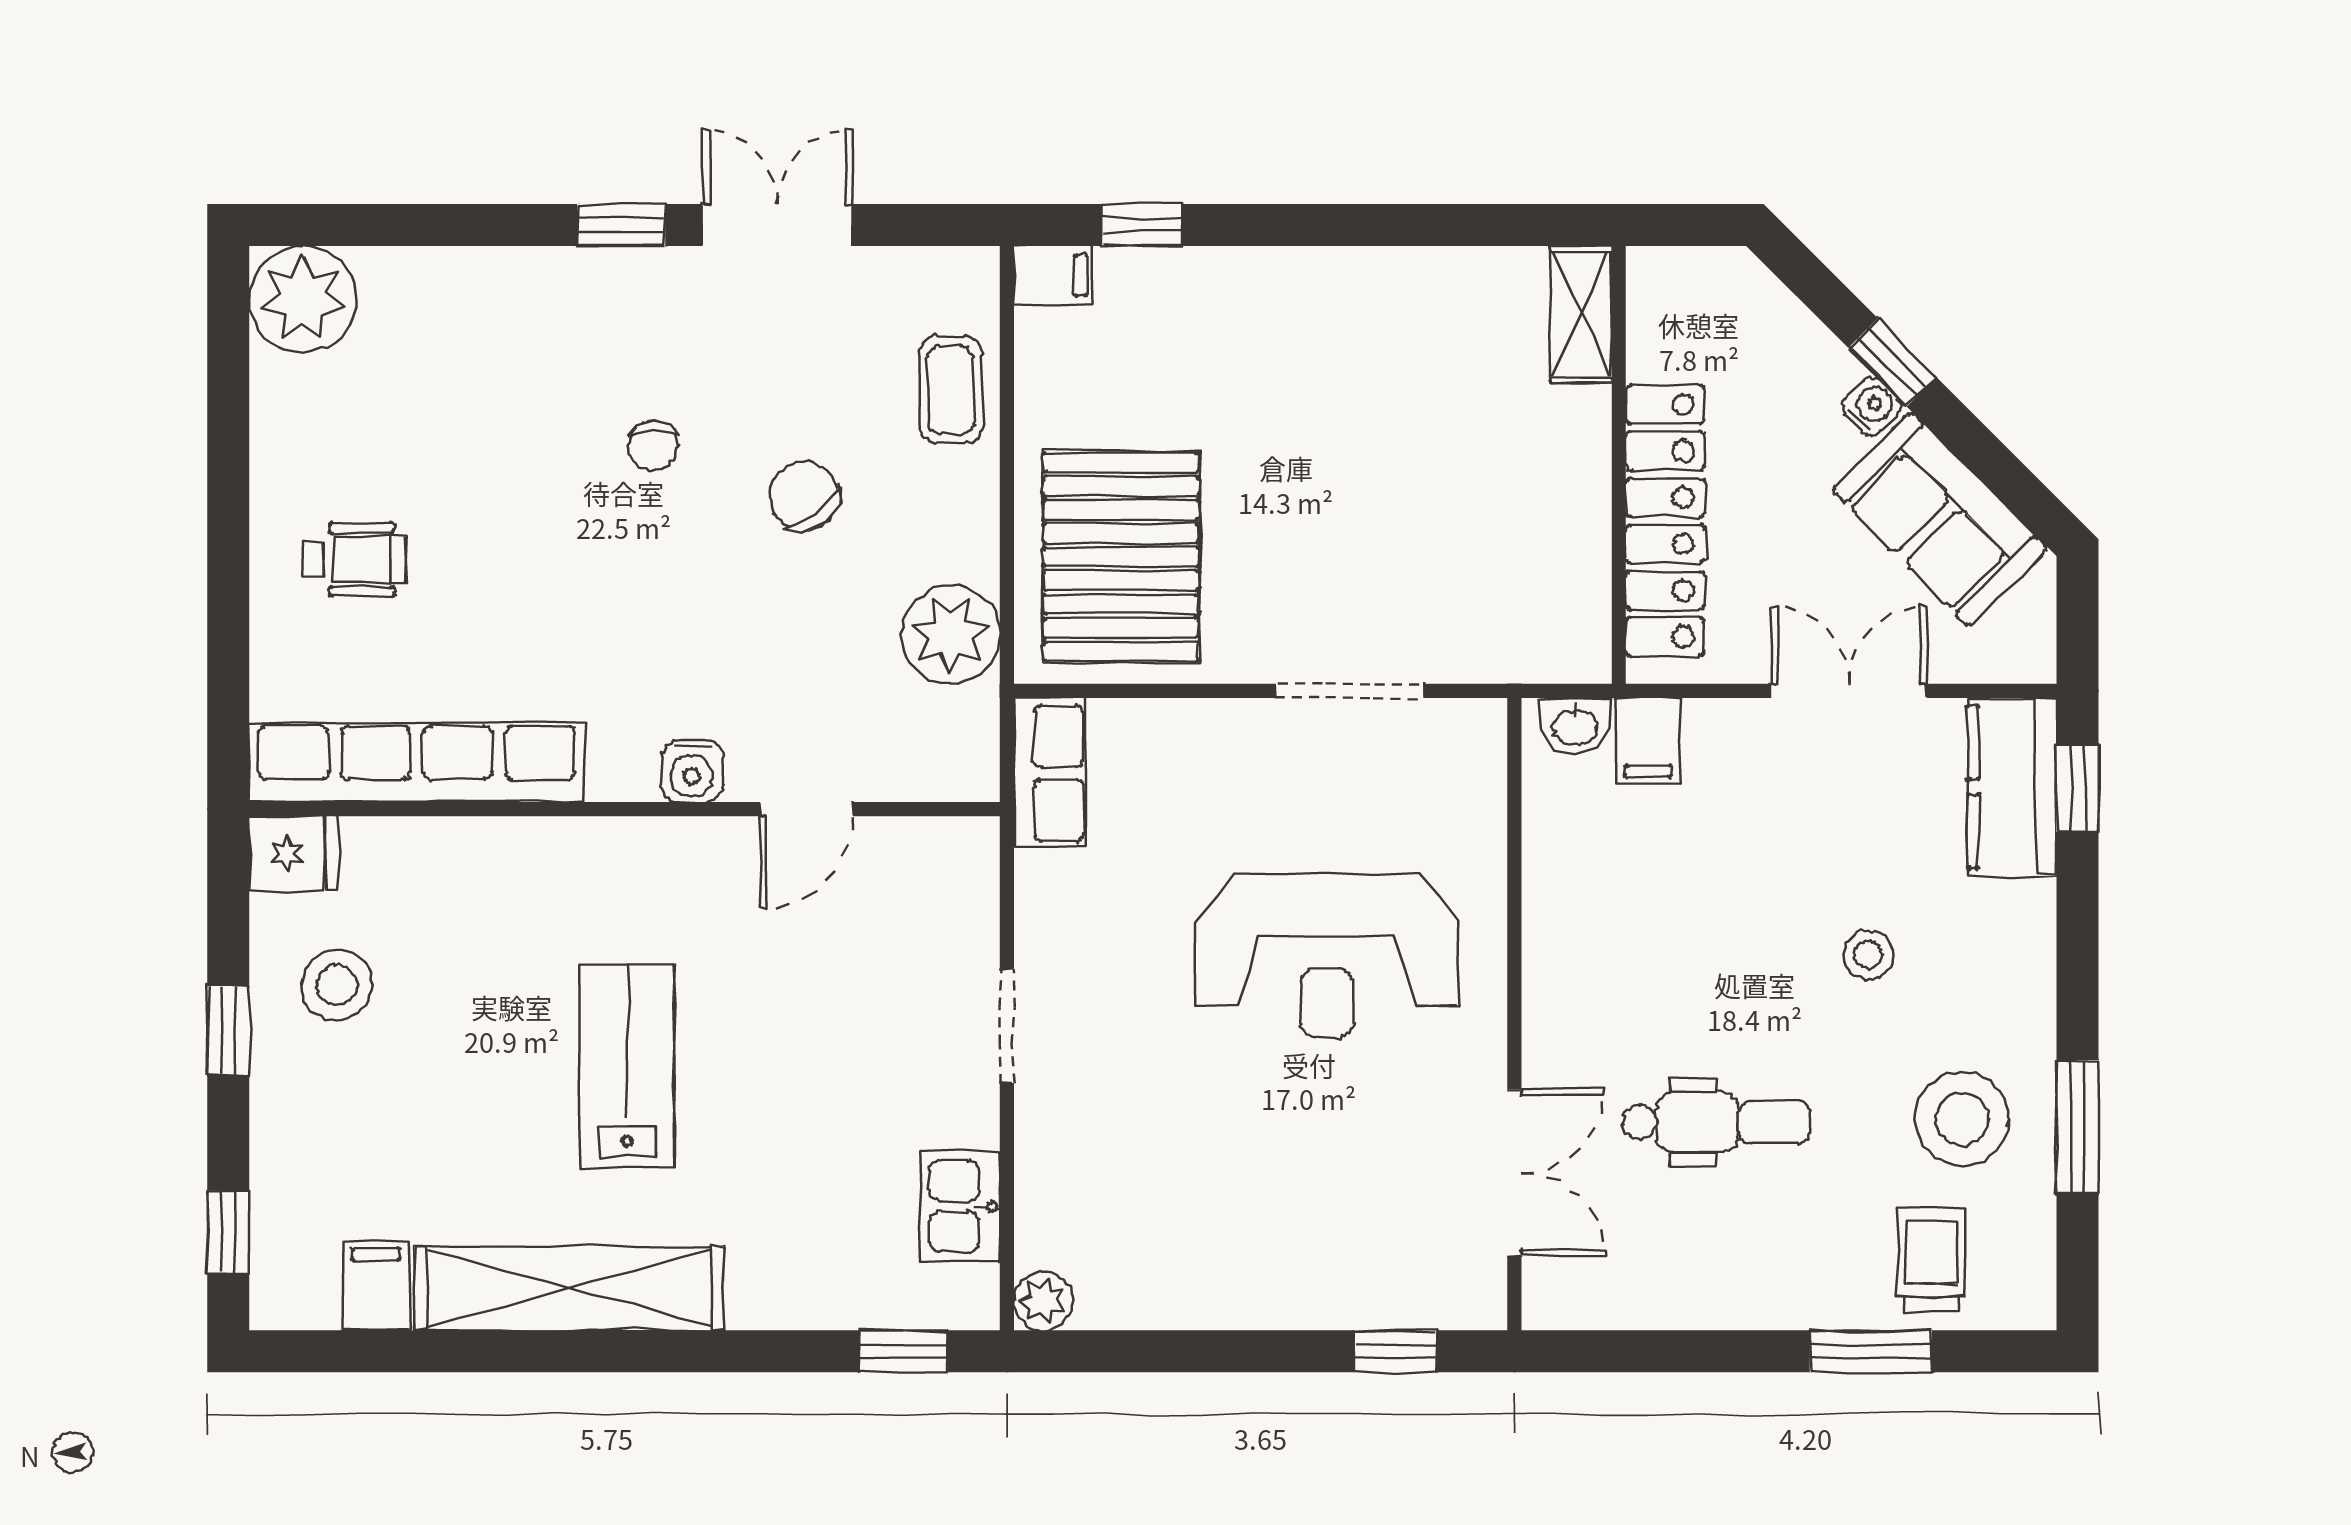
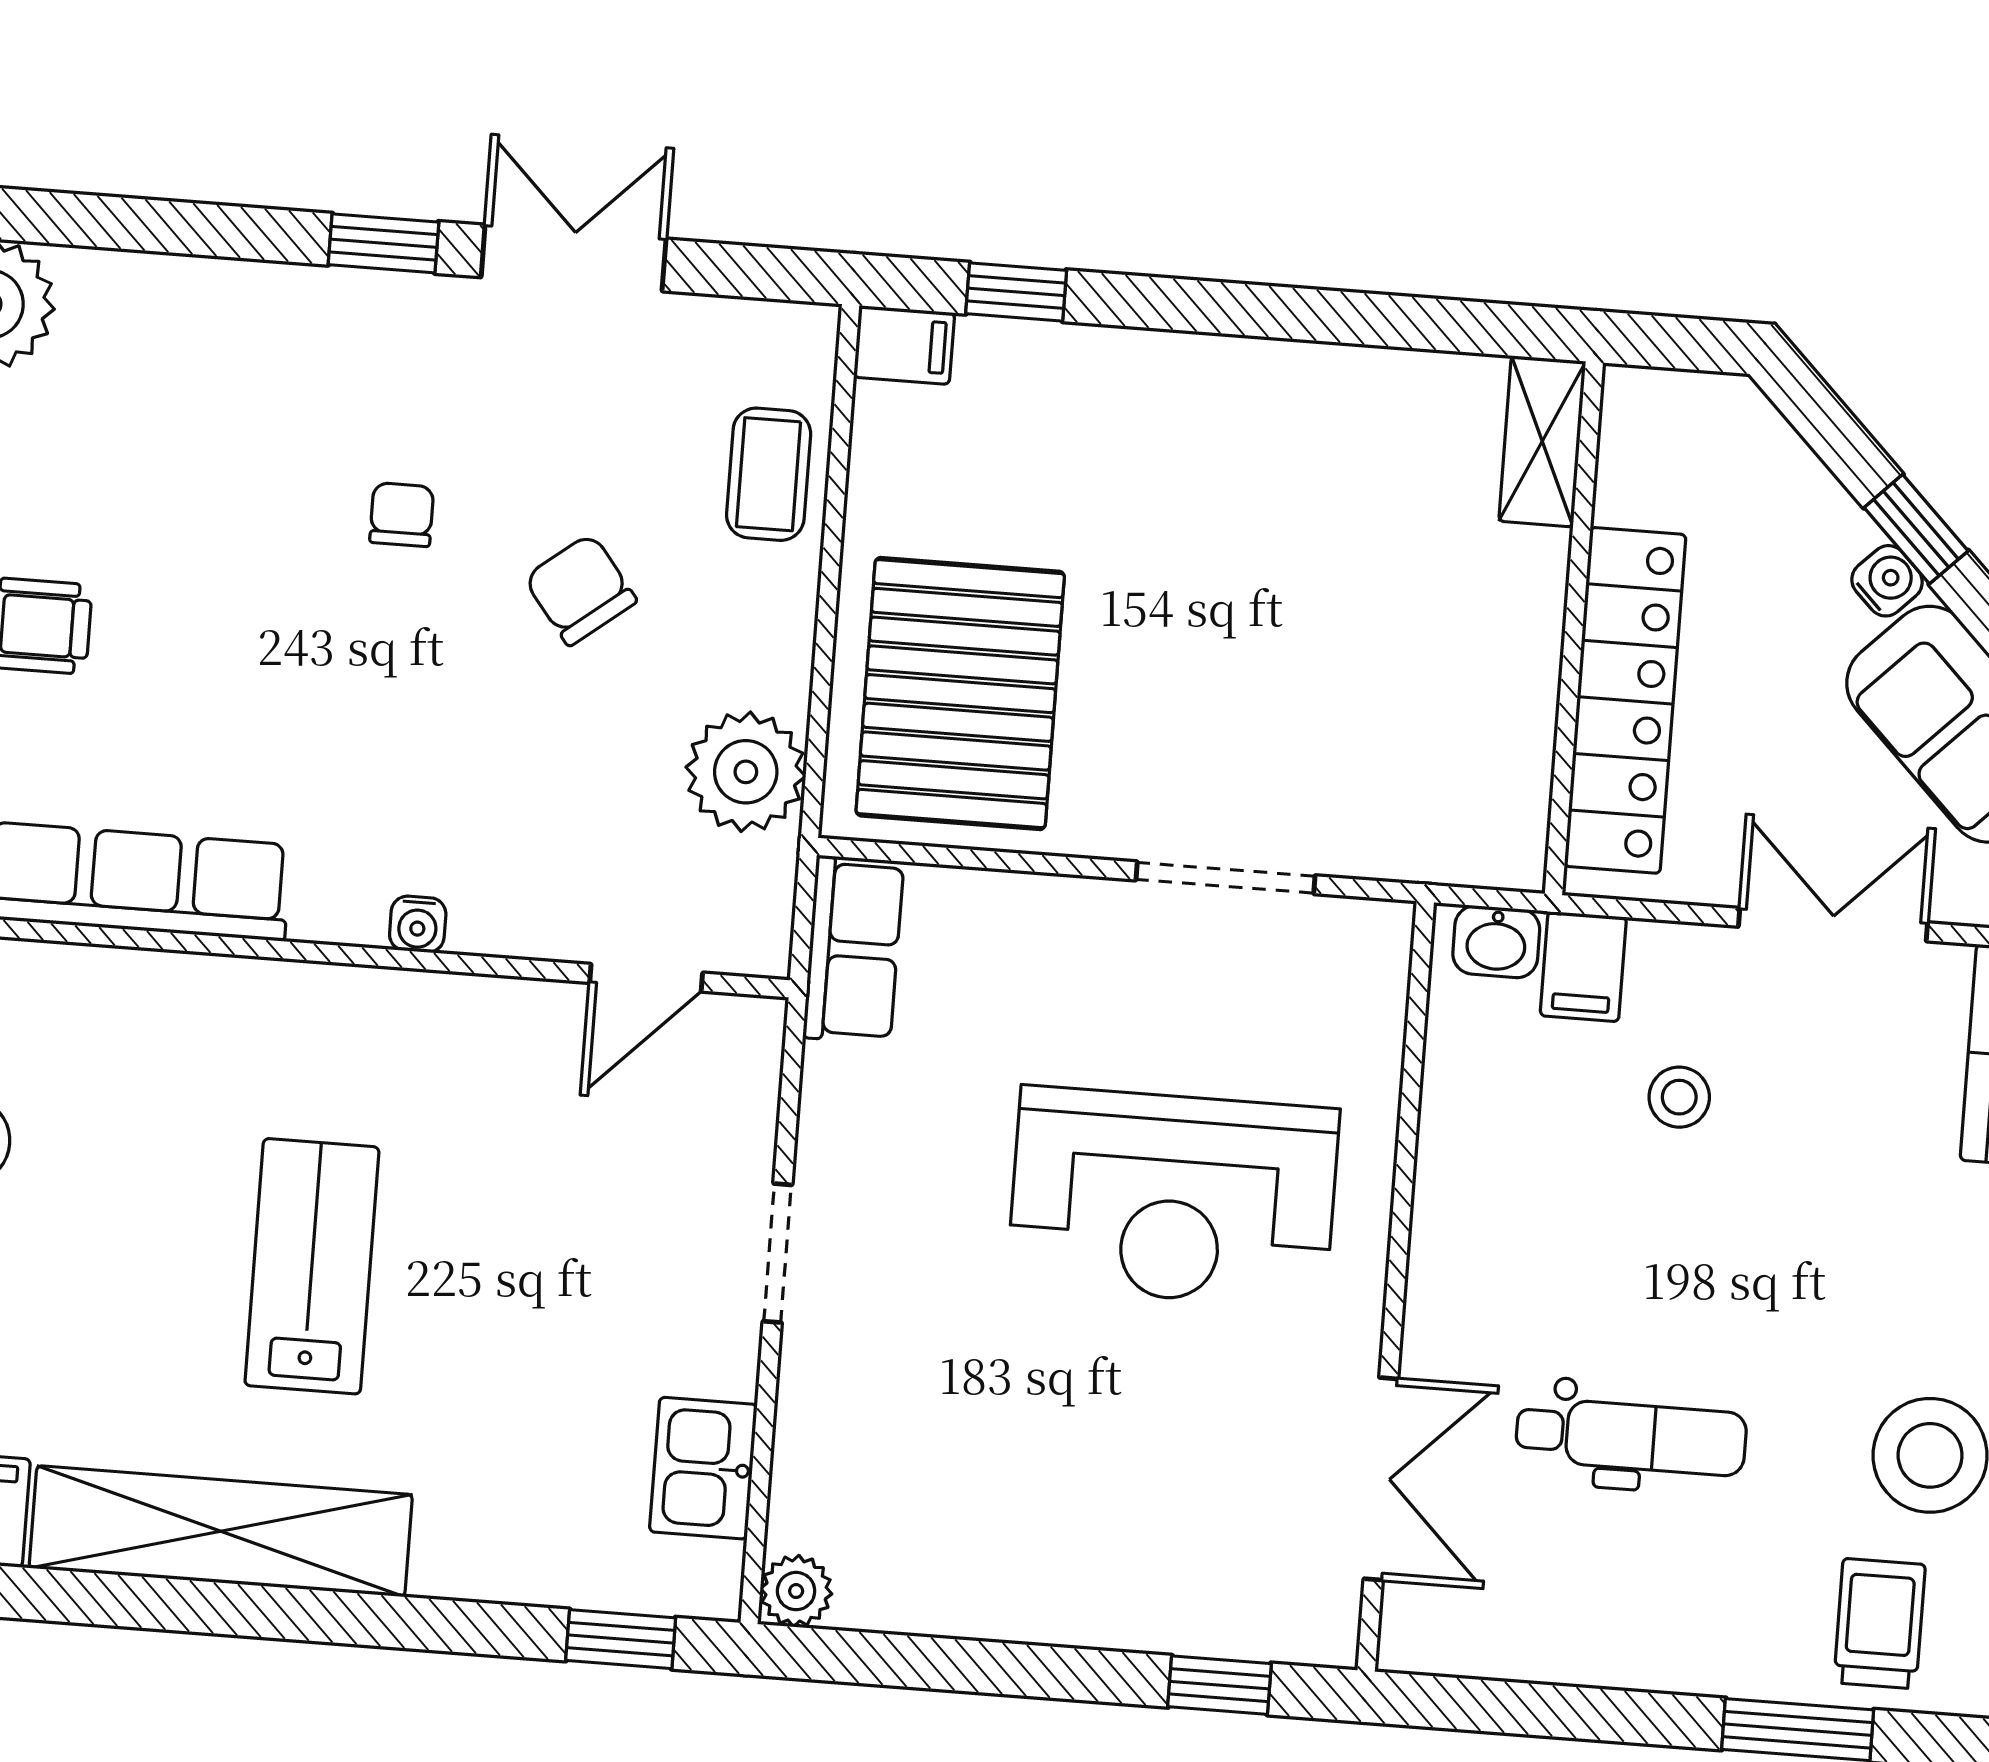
chair: (653, 446) -> (402, 515), turned 180
water cooler: (692, 771) -> (418, 924), width x0.72, depth x0.72
door: (806, 809) -> (646, 978), moved
stool: (1868, 955) -> (1679, 1097), moved

